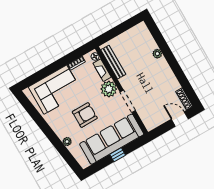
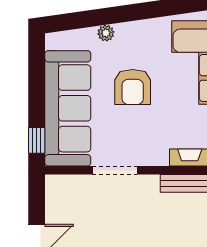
plant: (109, 89) -> (153, 151), removed
window: (118, 155) -> (37, 140), moved

